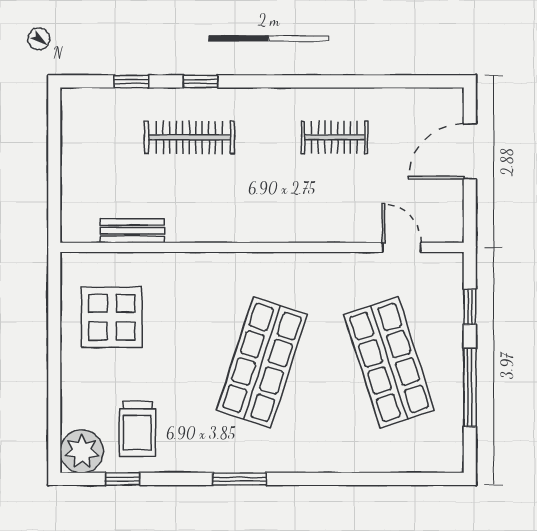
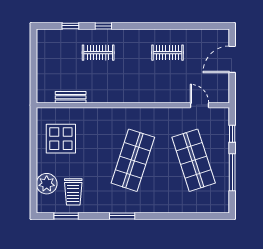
clothes rail: (189, 137) -> (98, 53), width x0.73
plant: (82, 451) -> (47, 184), moved
window: (122, 479) -> (66, 216), width x1.50

